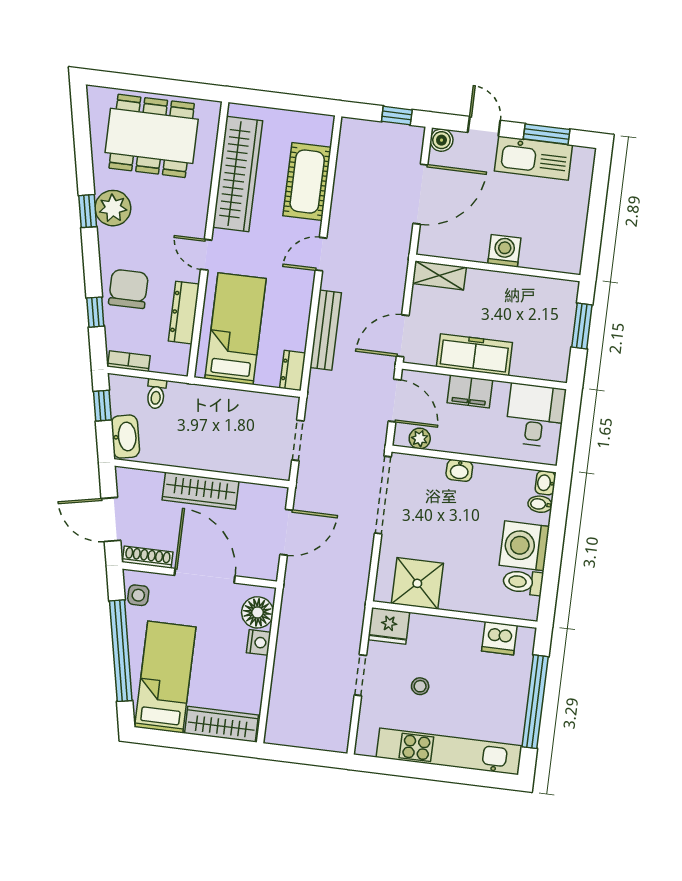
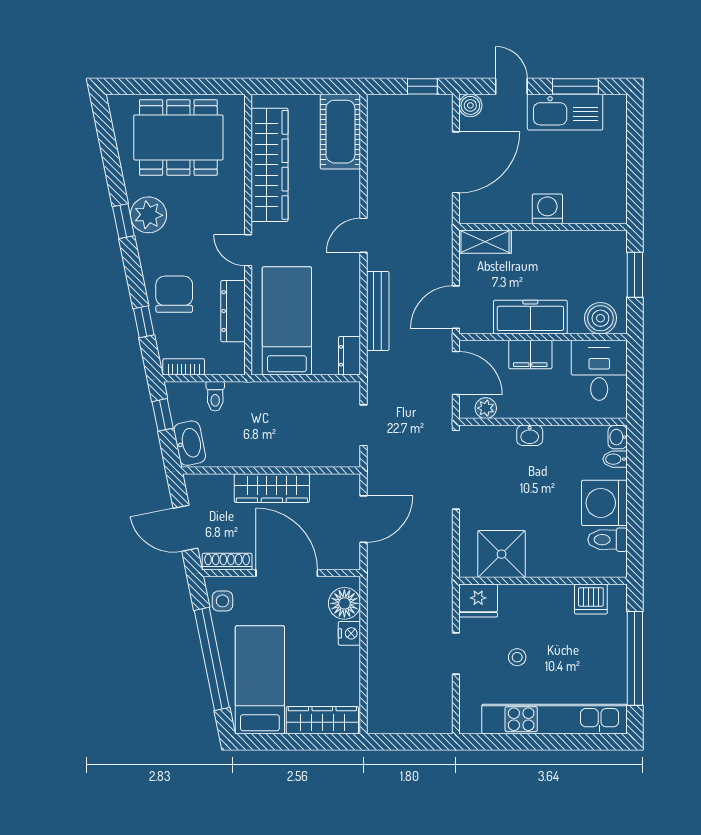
cot: (307, 182) -> (340, 132), moved
boiler: (543, 364) -> (600, 318), added

